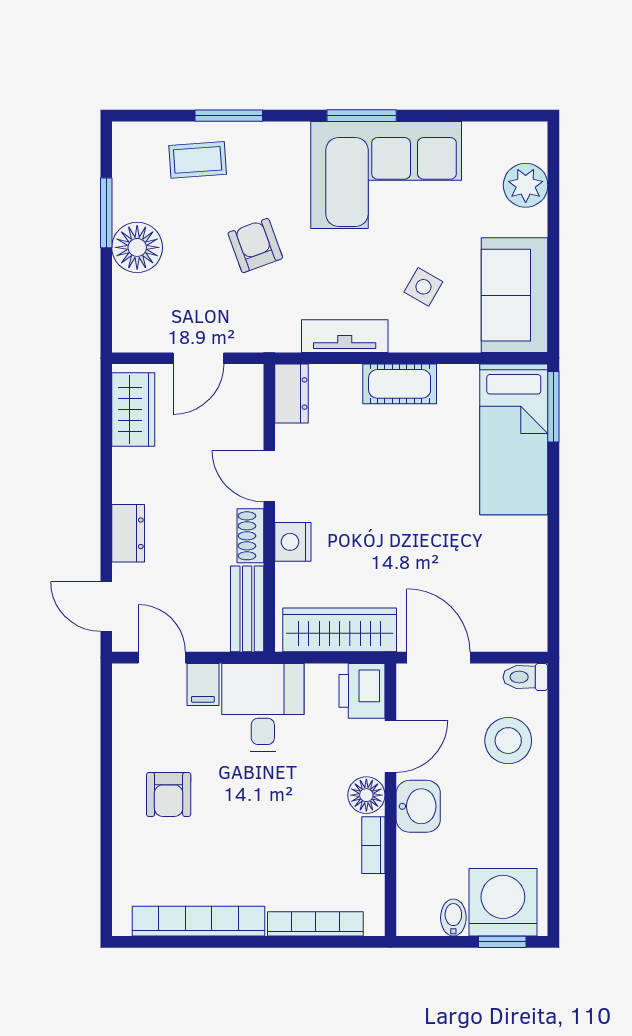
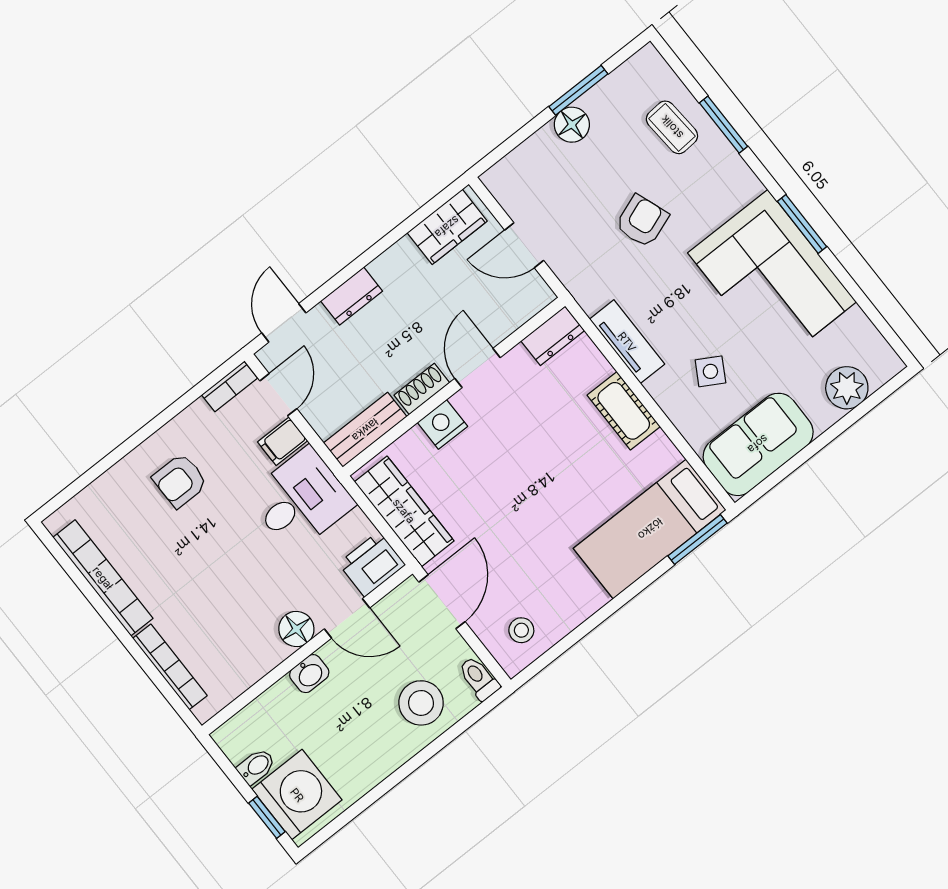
floor lamp: (137, 247) -> (572, 125), width x0.73, depth x0.73
stool: (514, 611) -> (521, 630), added
washbasin: (418, 806) -> (309, 674), width x0.72, depth x0.69
bookcase: (373, 845) -> (230, 387), moved, turned 180

